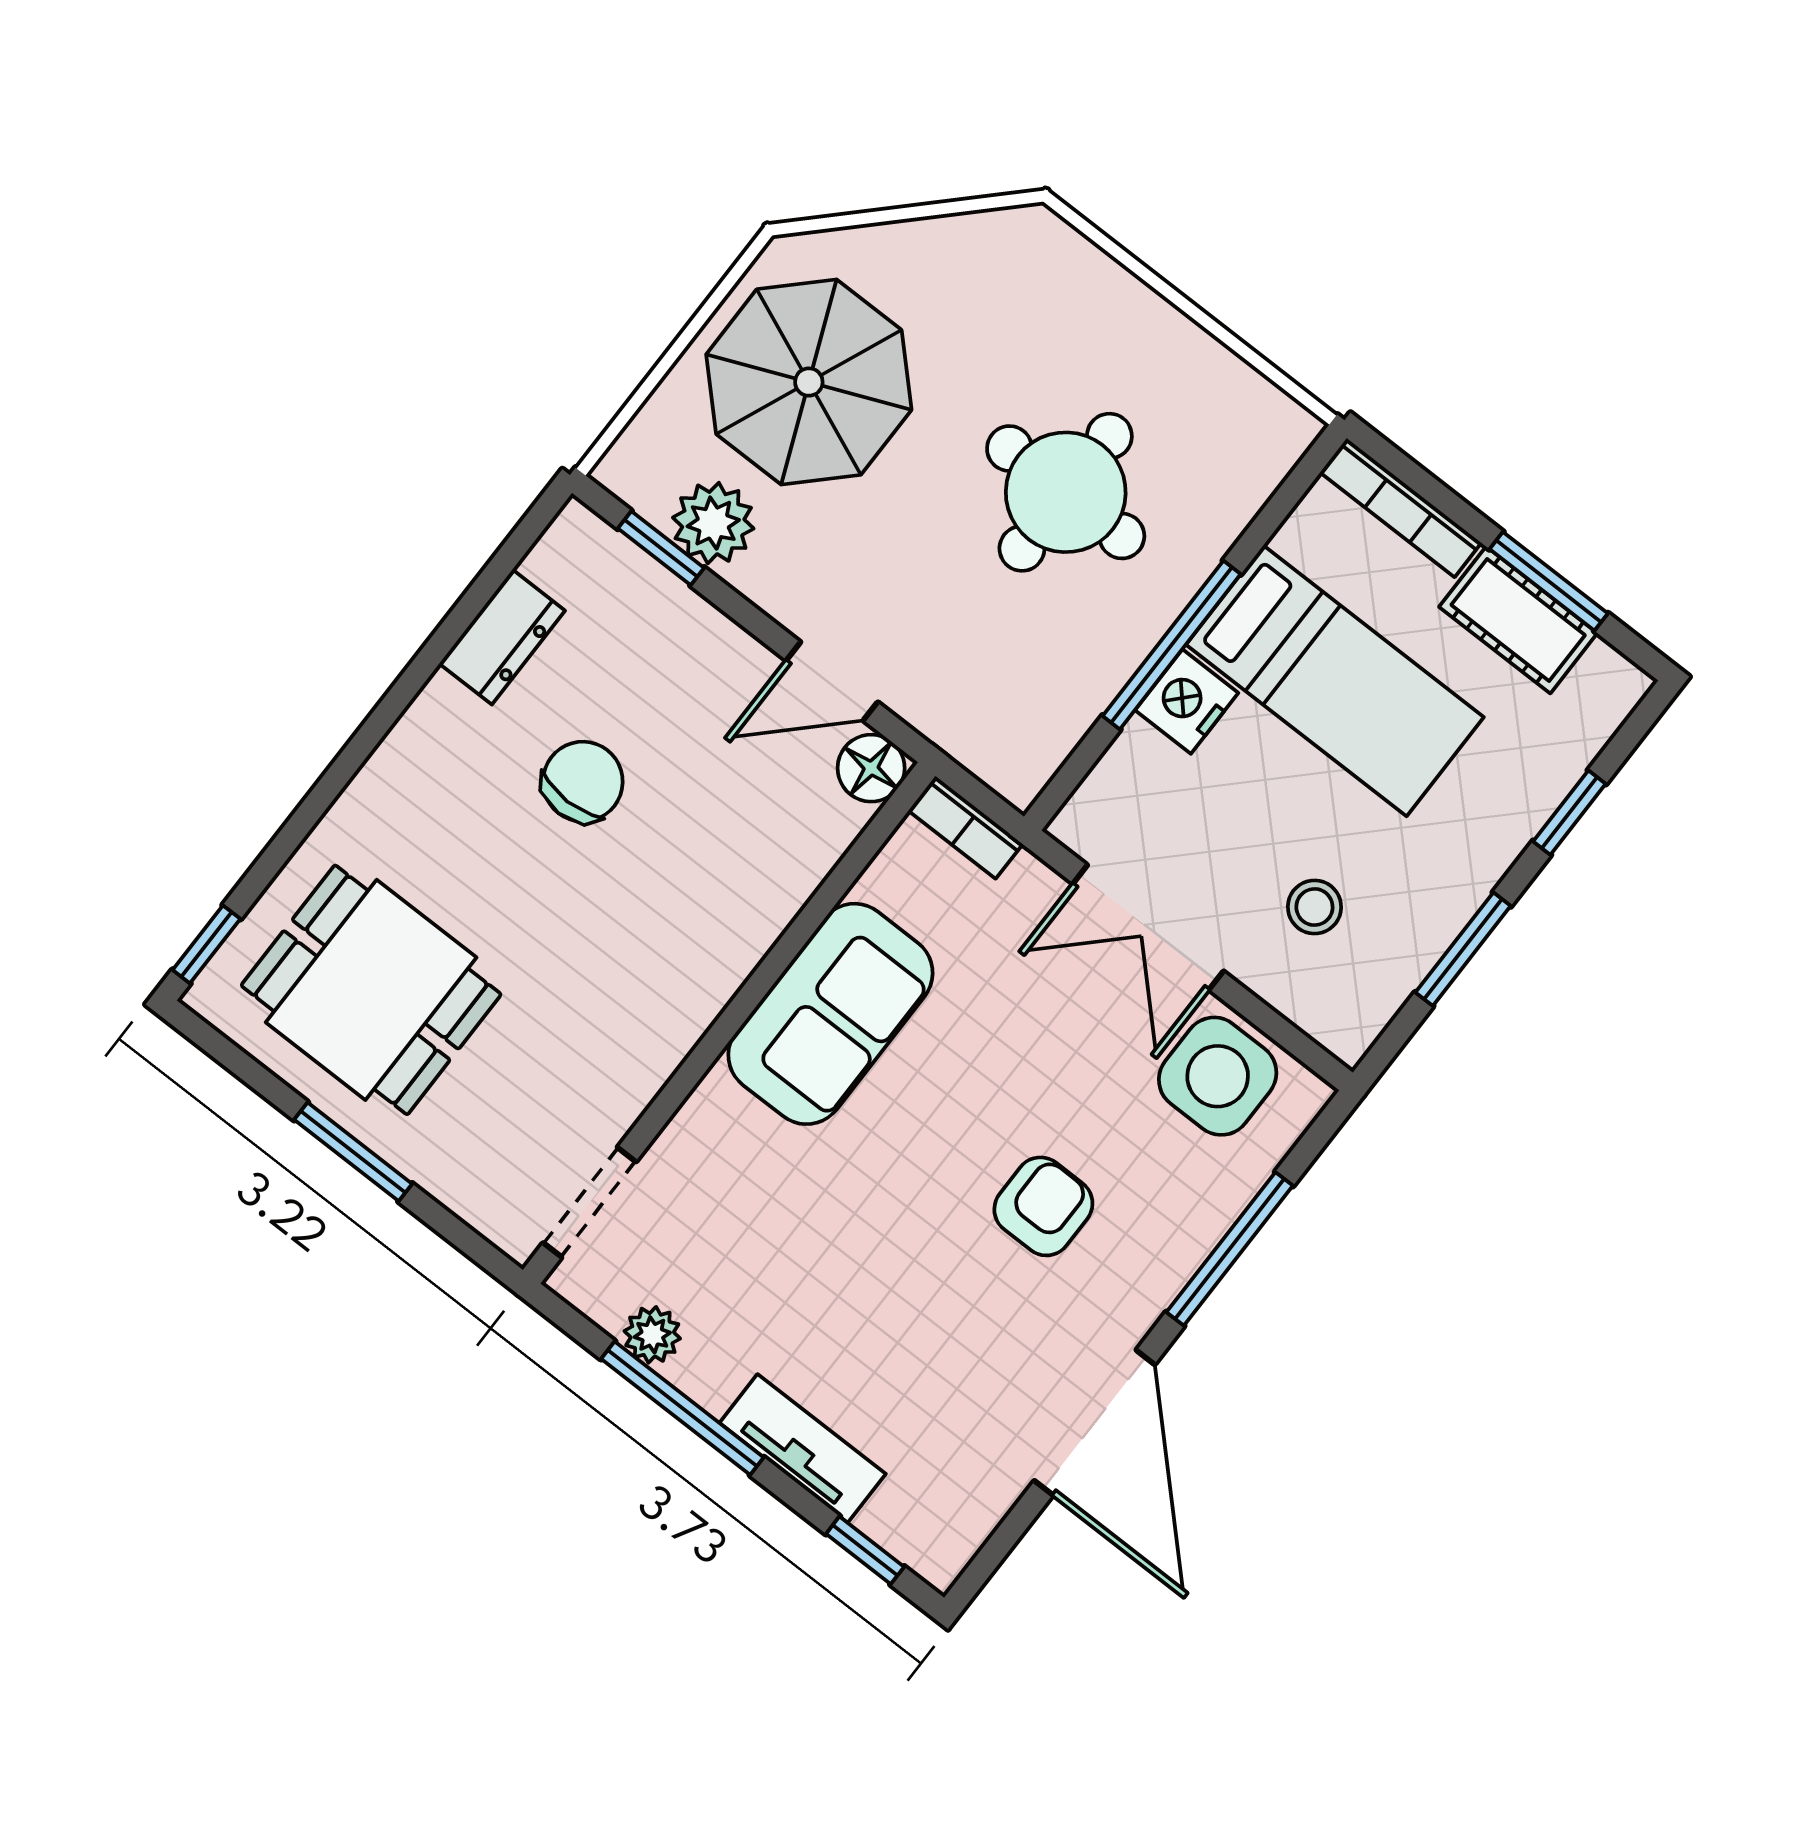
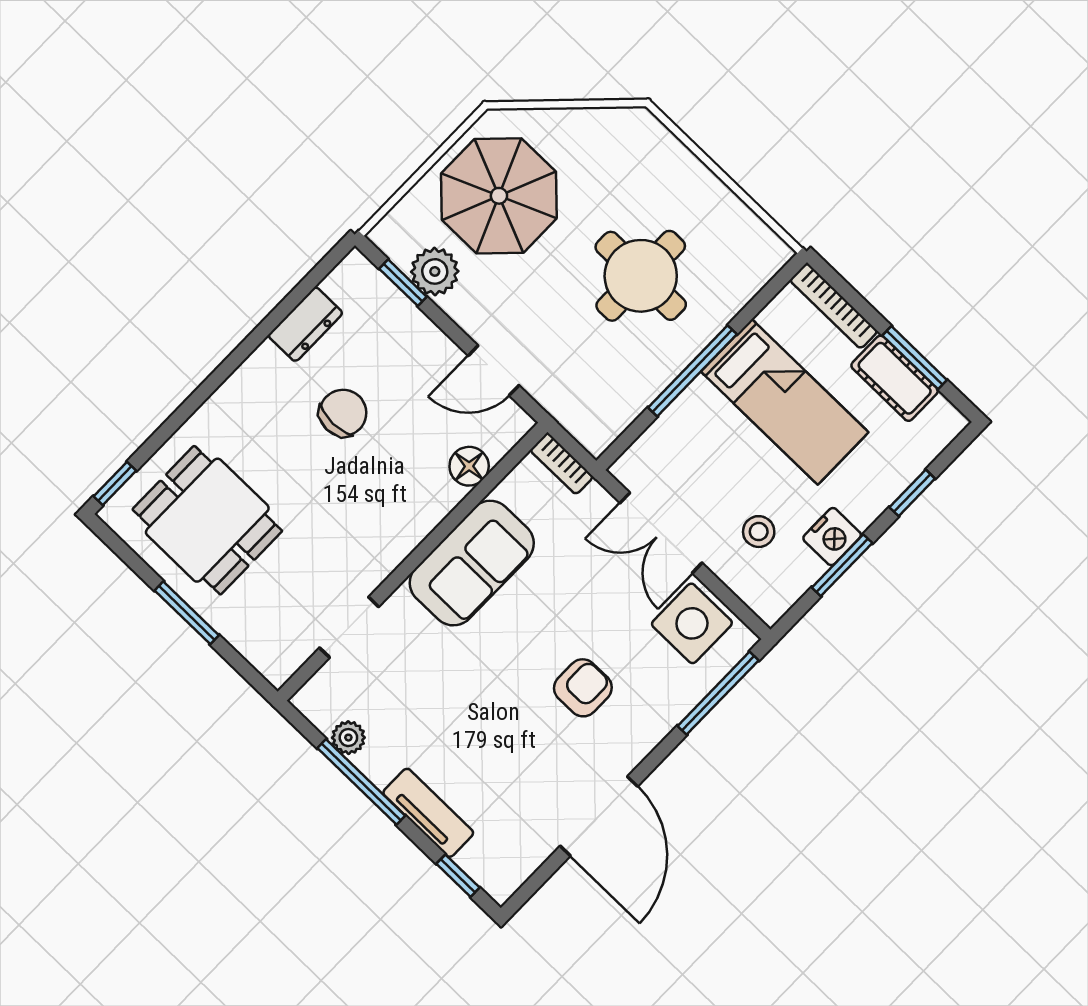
nightstand: (1187, 702) -> (832, 537), moved, turned 180
floor lamp: (871, 768) -> (469, 466), moved
doorway: (590, 1202) -> (349, 627), moved
window: (1230, 1249) -> (718, 693), moved

